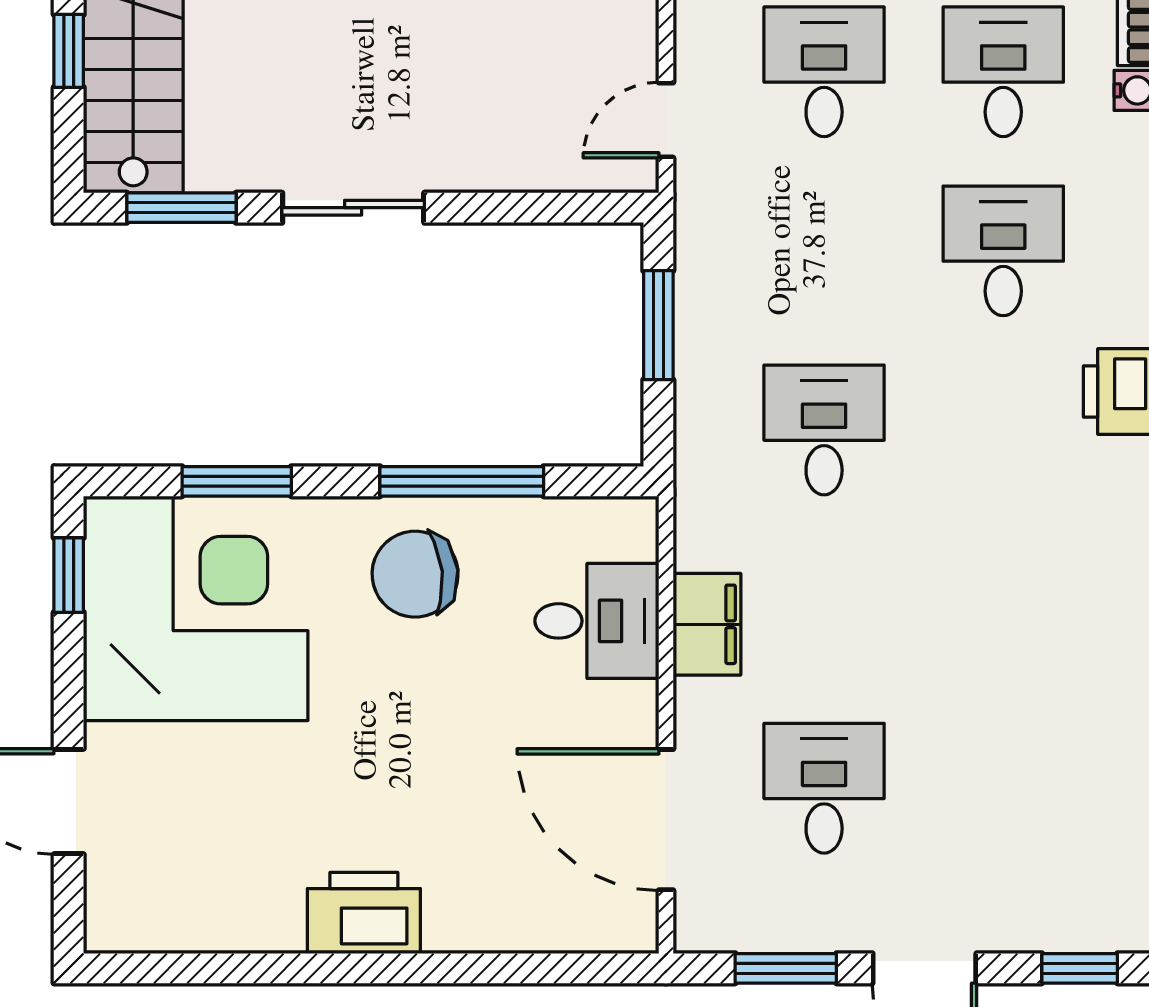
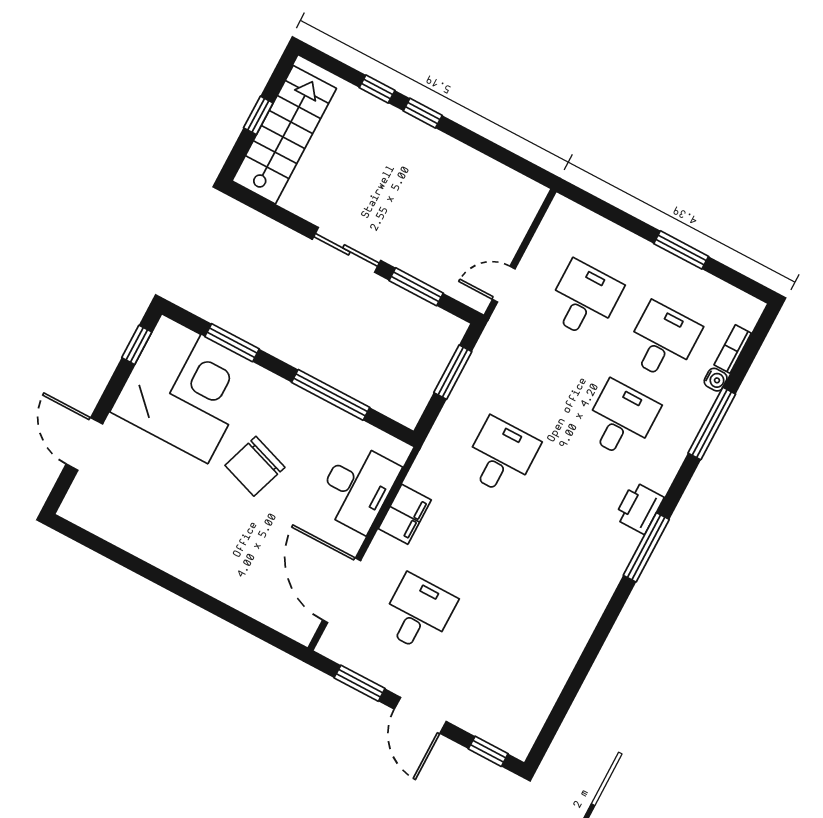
window: (181, 208) -> (416, 287), moved
chair: (415, 574) -> (255, 466), moved, turned -65
desk: (597, 621) -> (357, 487), width x1.37
printer: (364, 913) -> (188, 561), removed

